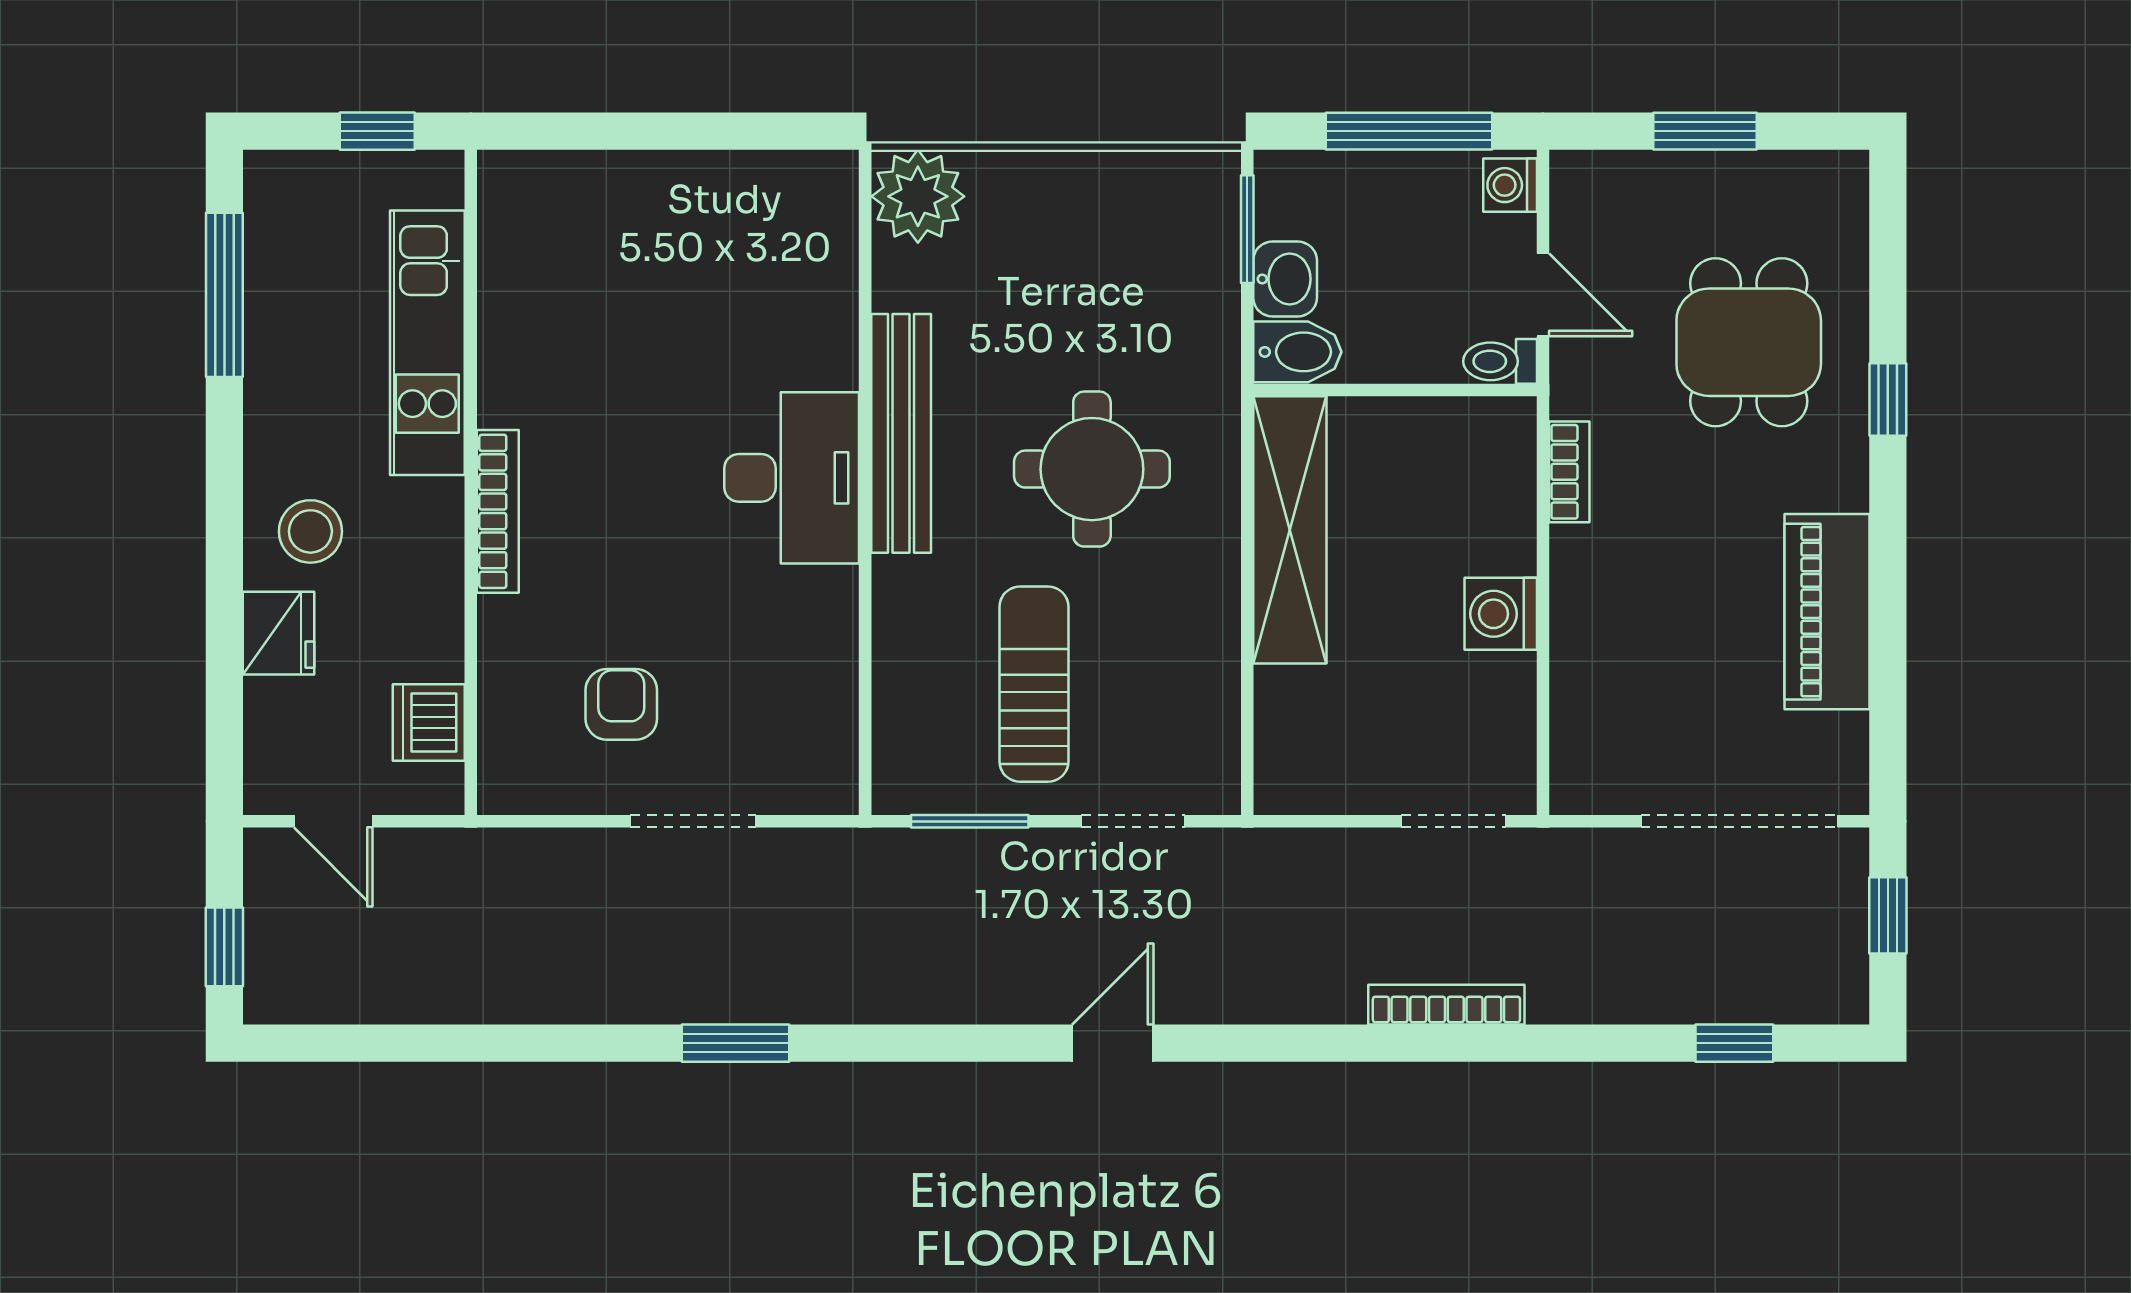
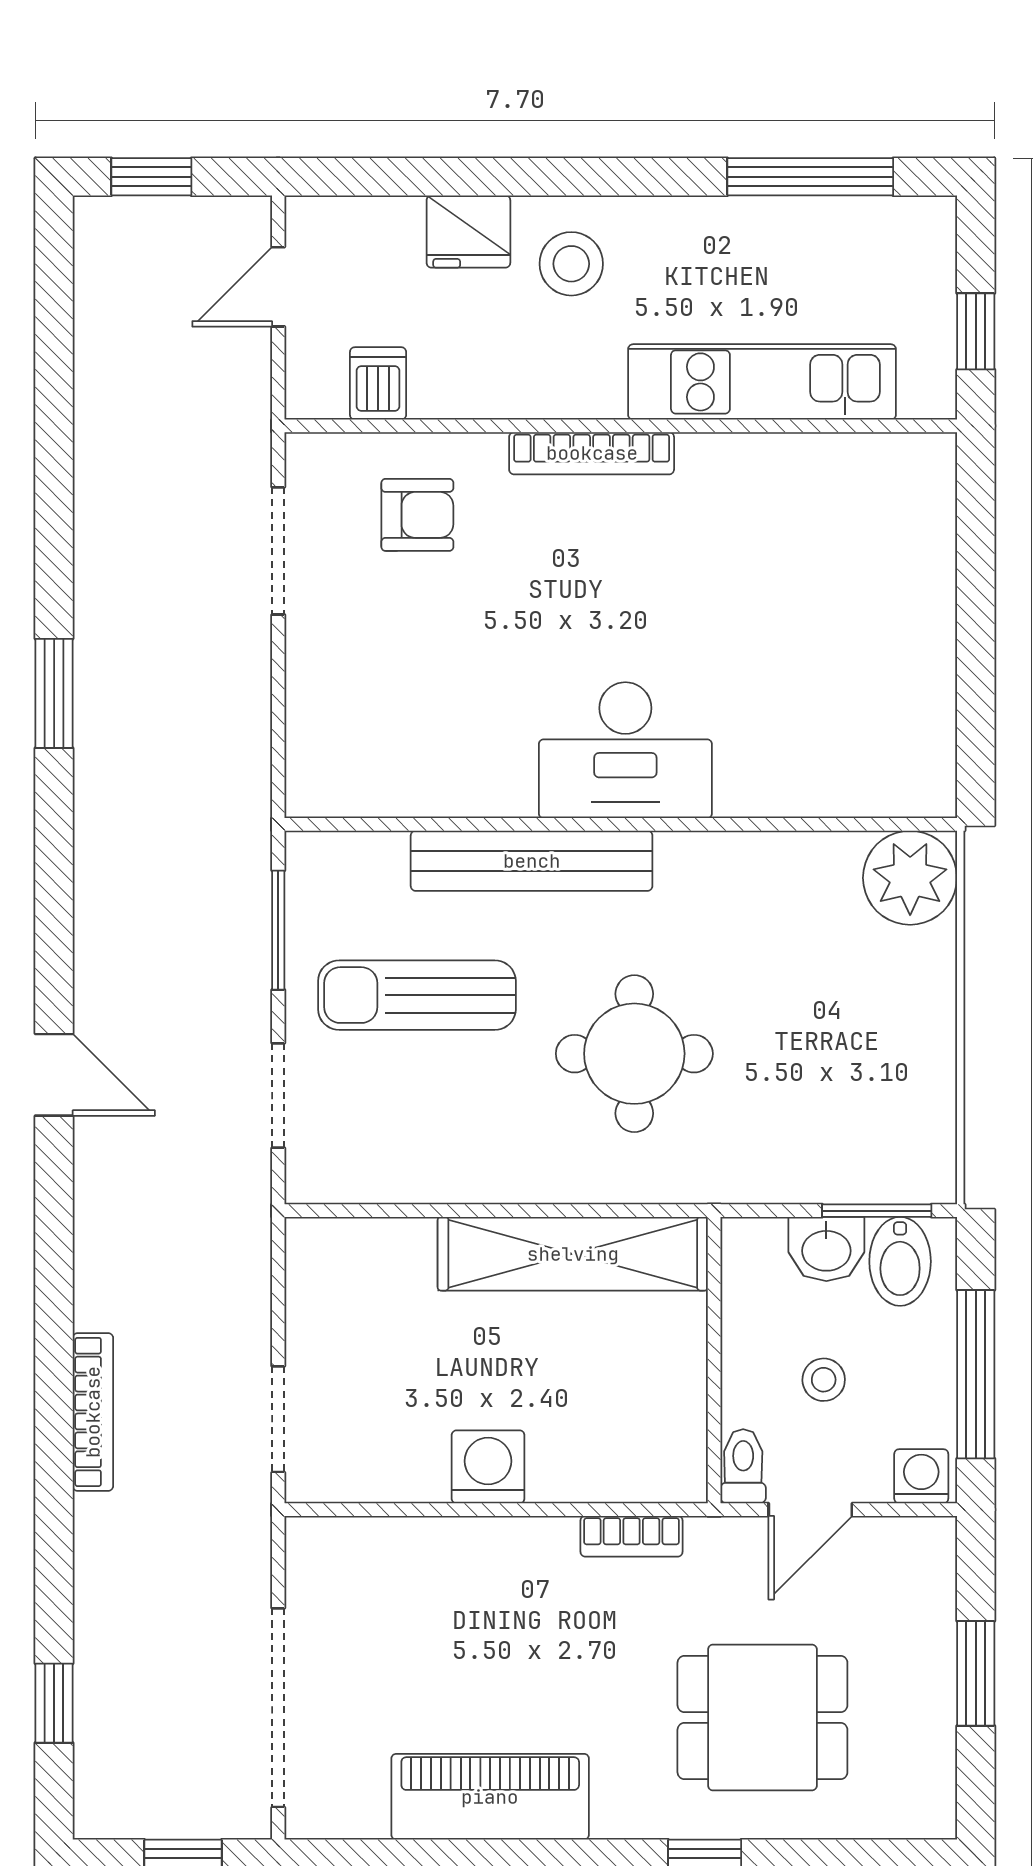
stool: (1415, 282) -> (824, 1380), added
bidet: (1297, 352) -> (900, 1261), moved
bench: (901, 433) -> (532, 861), moved
sun lounger: (1034, 684) -> (417, 995), turned 180
armchair: (621, 704) -> (417, 515), moved
dishwasher: (429, 723) -> (378, 383), width x0.73
doorway: (693, 821) -> (278, 551), moved

